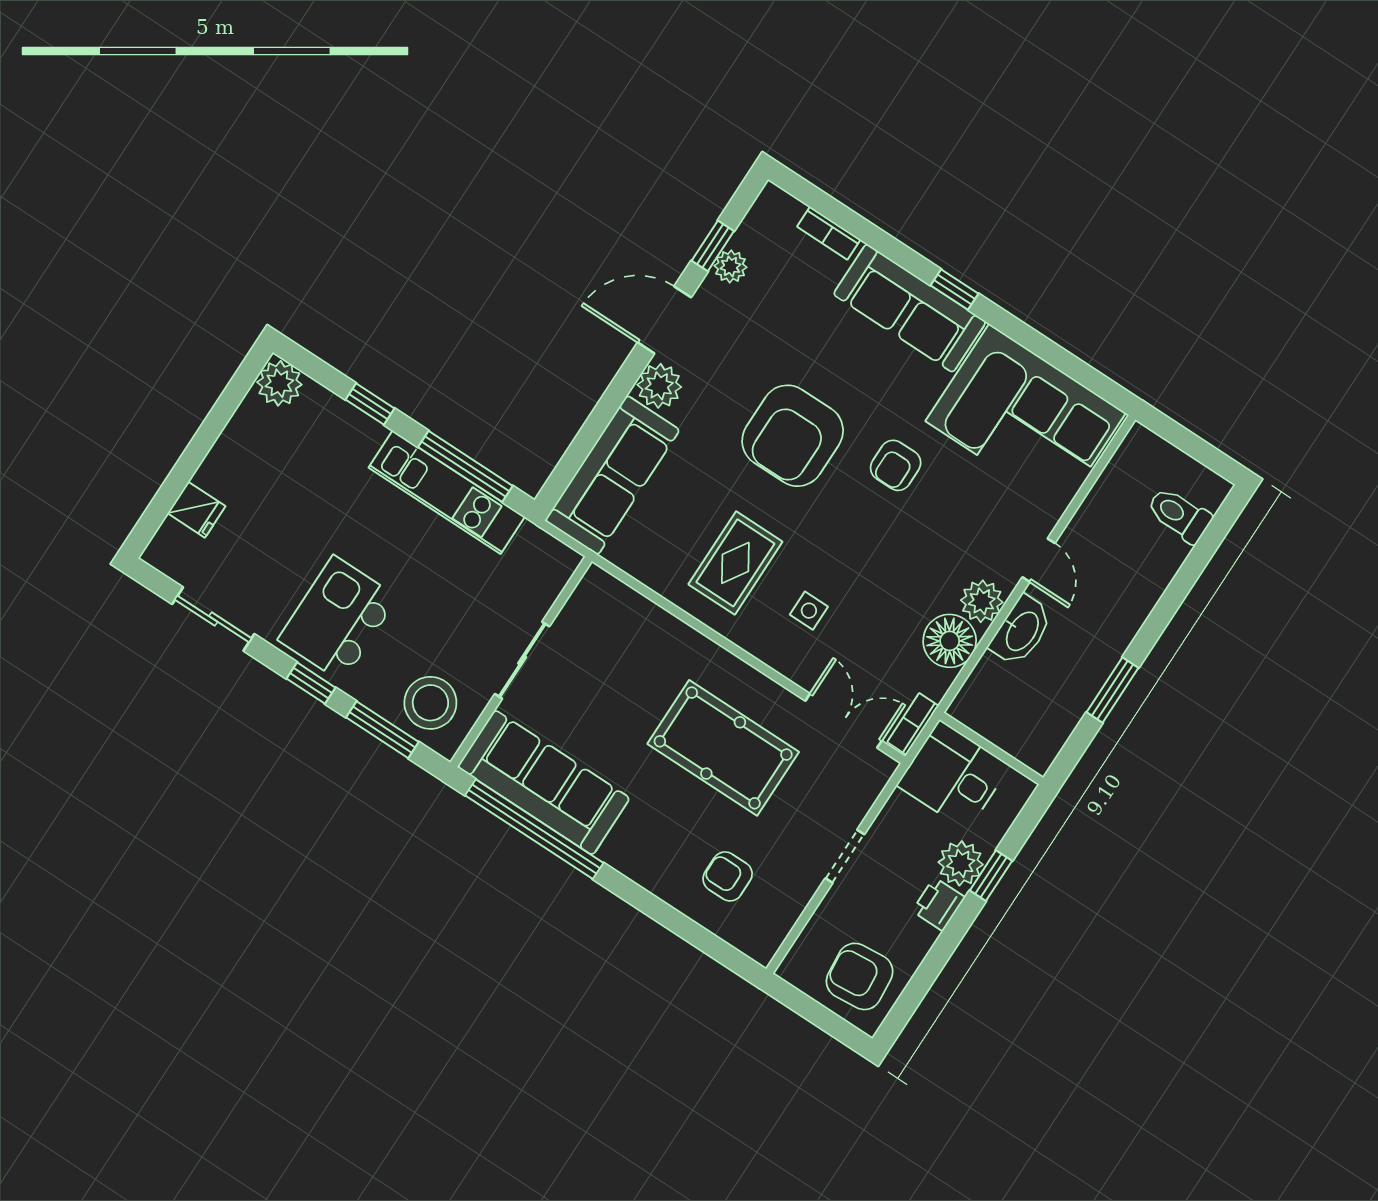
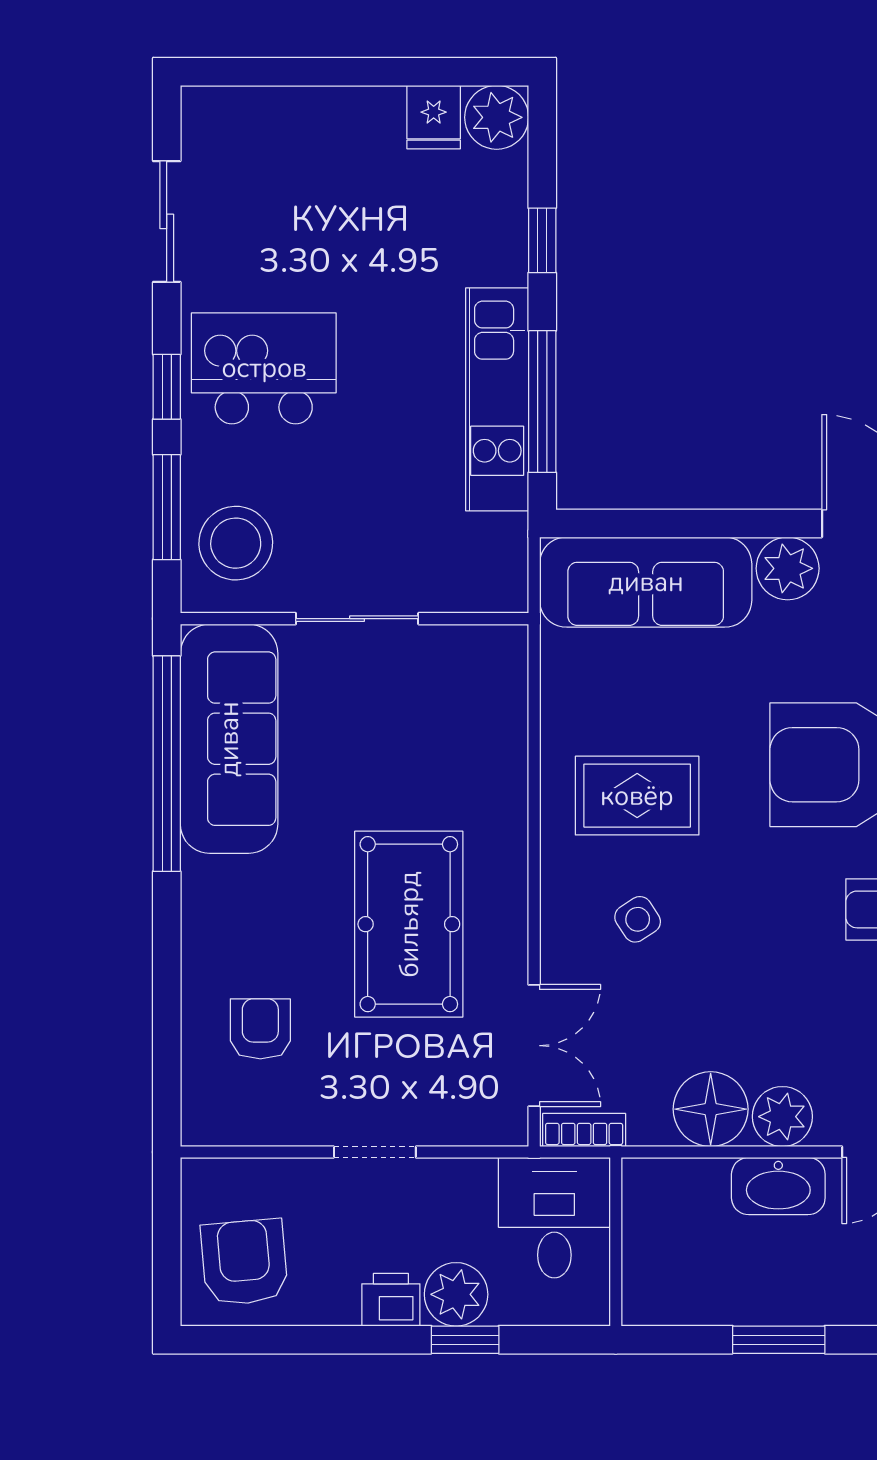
fridge: (197, 510) -> (434, 117), moved
side table: (809, 611) -> (638, 919), turned -33

